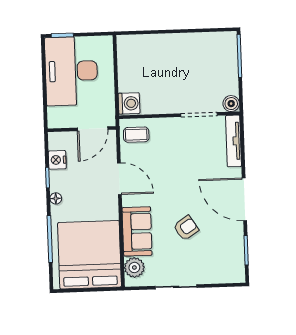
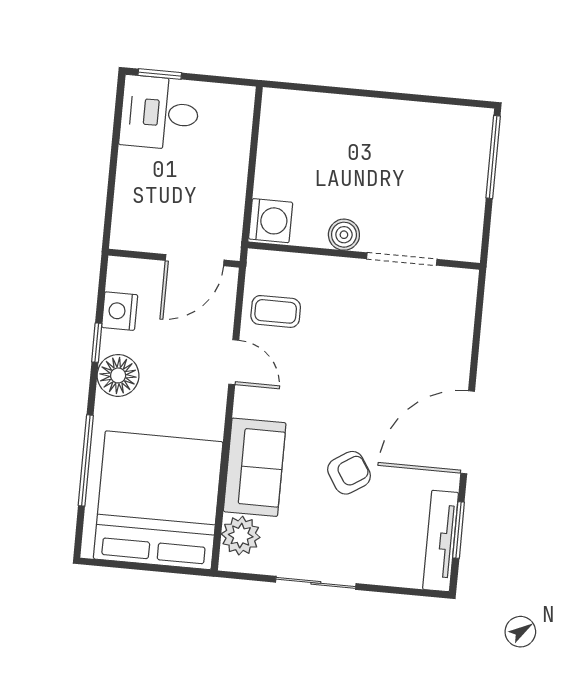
desk: (71, 71) -> (160, 113), width x0.53, depth x0.77
boiler: (231, 104) -> (344, 235), moved
coffee table: (136, 135) -> (276, 311), moved
tv unit: (234, 141) -> (441, 541), moved
door: (119, 179) -> (234, 362), width x0.73
floor lamp: (56, 198) -> (118, 375), width x1.89, depth x1.89
door: (244, 199) -> (468, 432), hinge flipped

